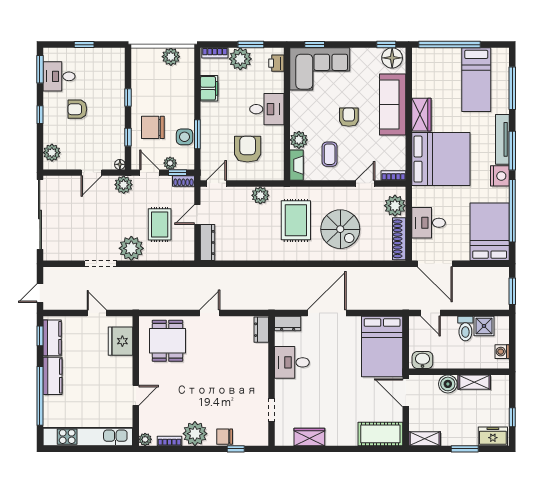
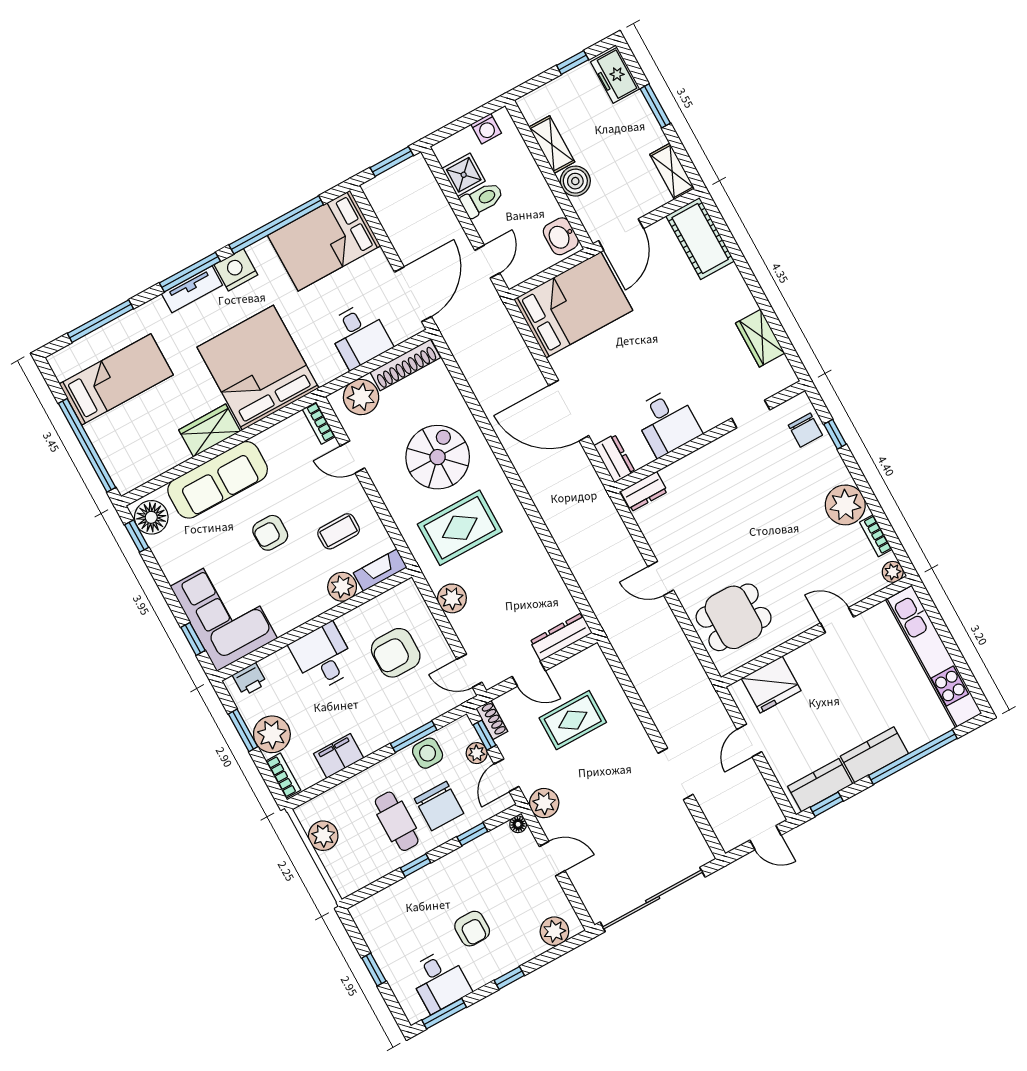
cafe table: (157, 100) -> (397, 821), added
tv unit: (502, 139) -> (192, 289), width x0.71
plant: (131, 248) -> (629, 742), removed
chair: (225, 437) -> (805, 430), moved

